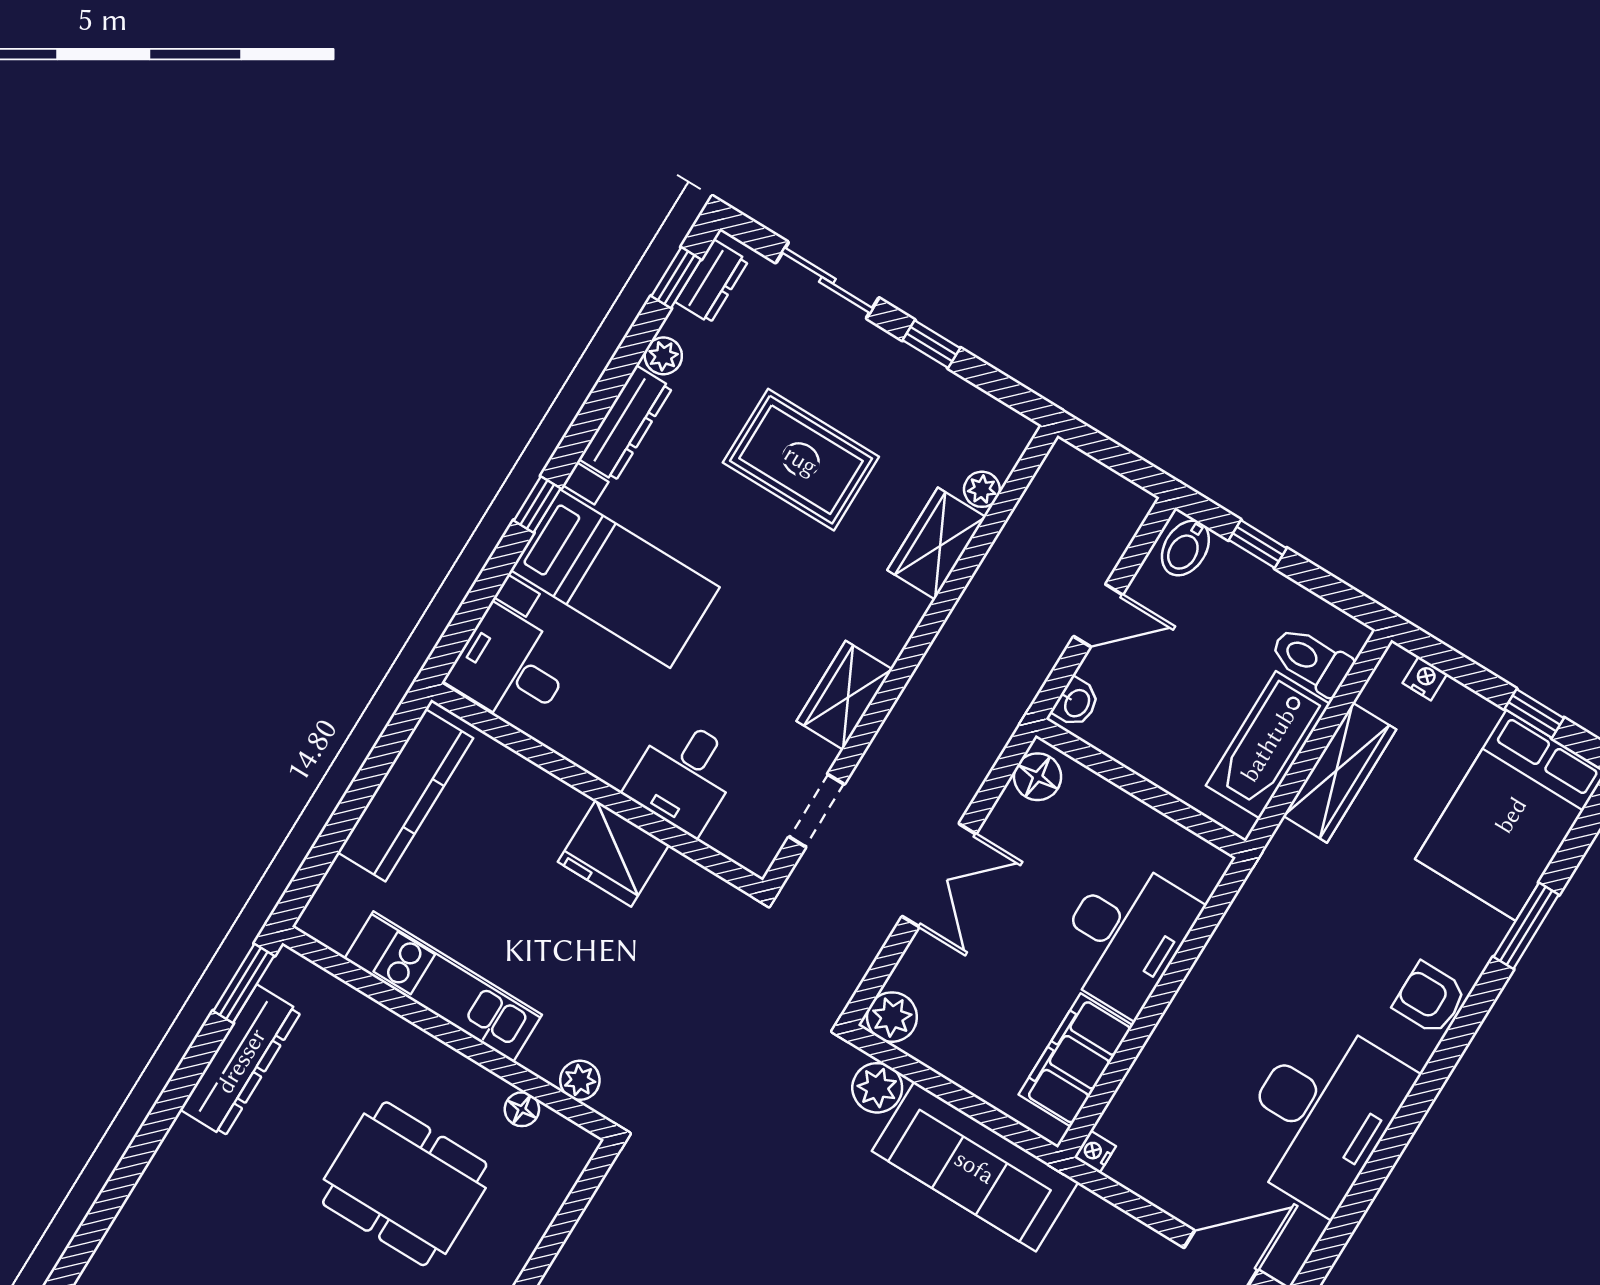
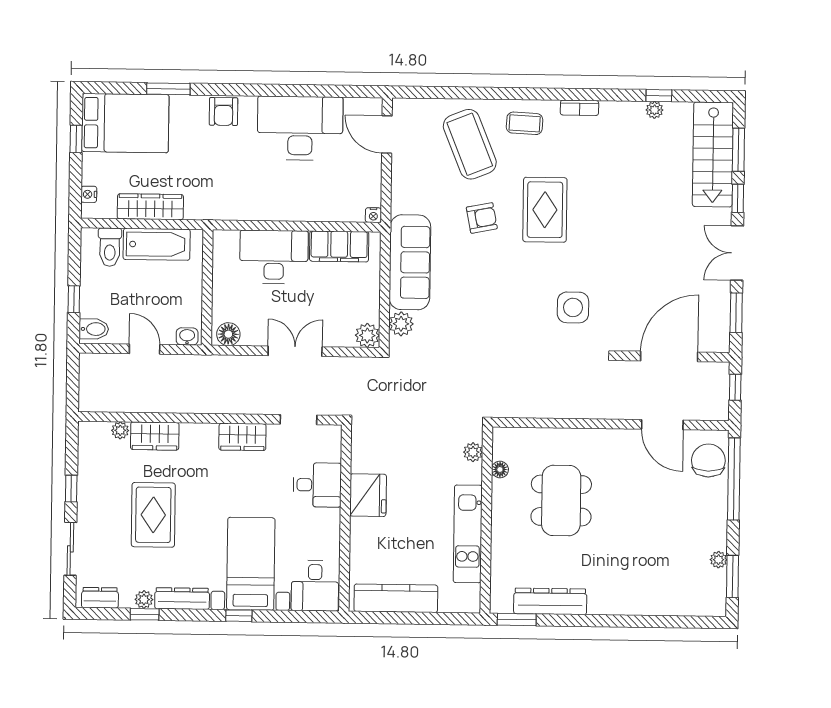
window: (676, 278) -> (145, 614), moved

